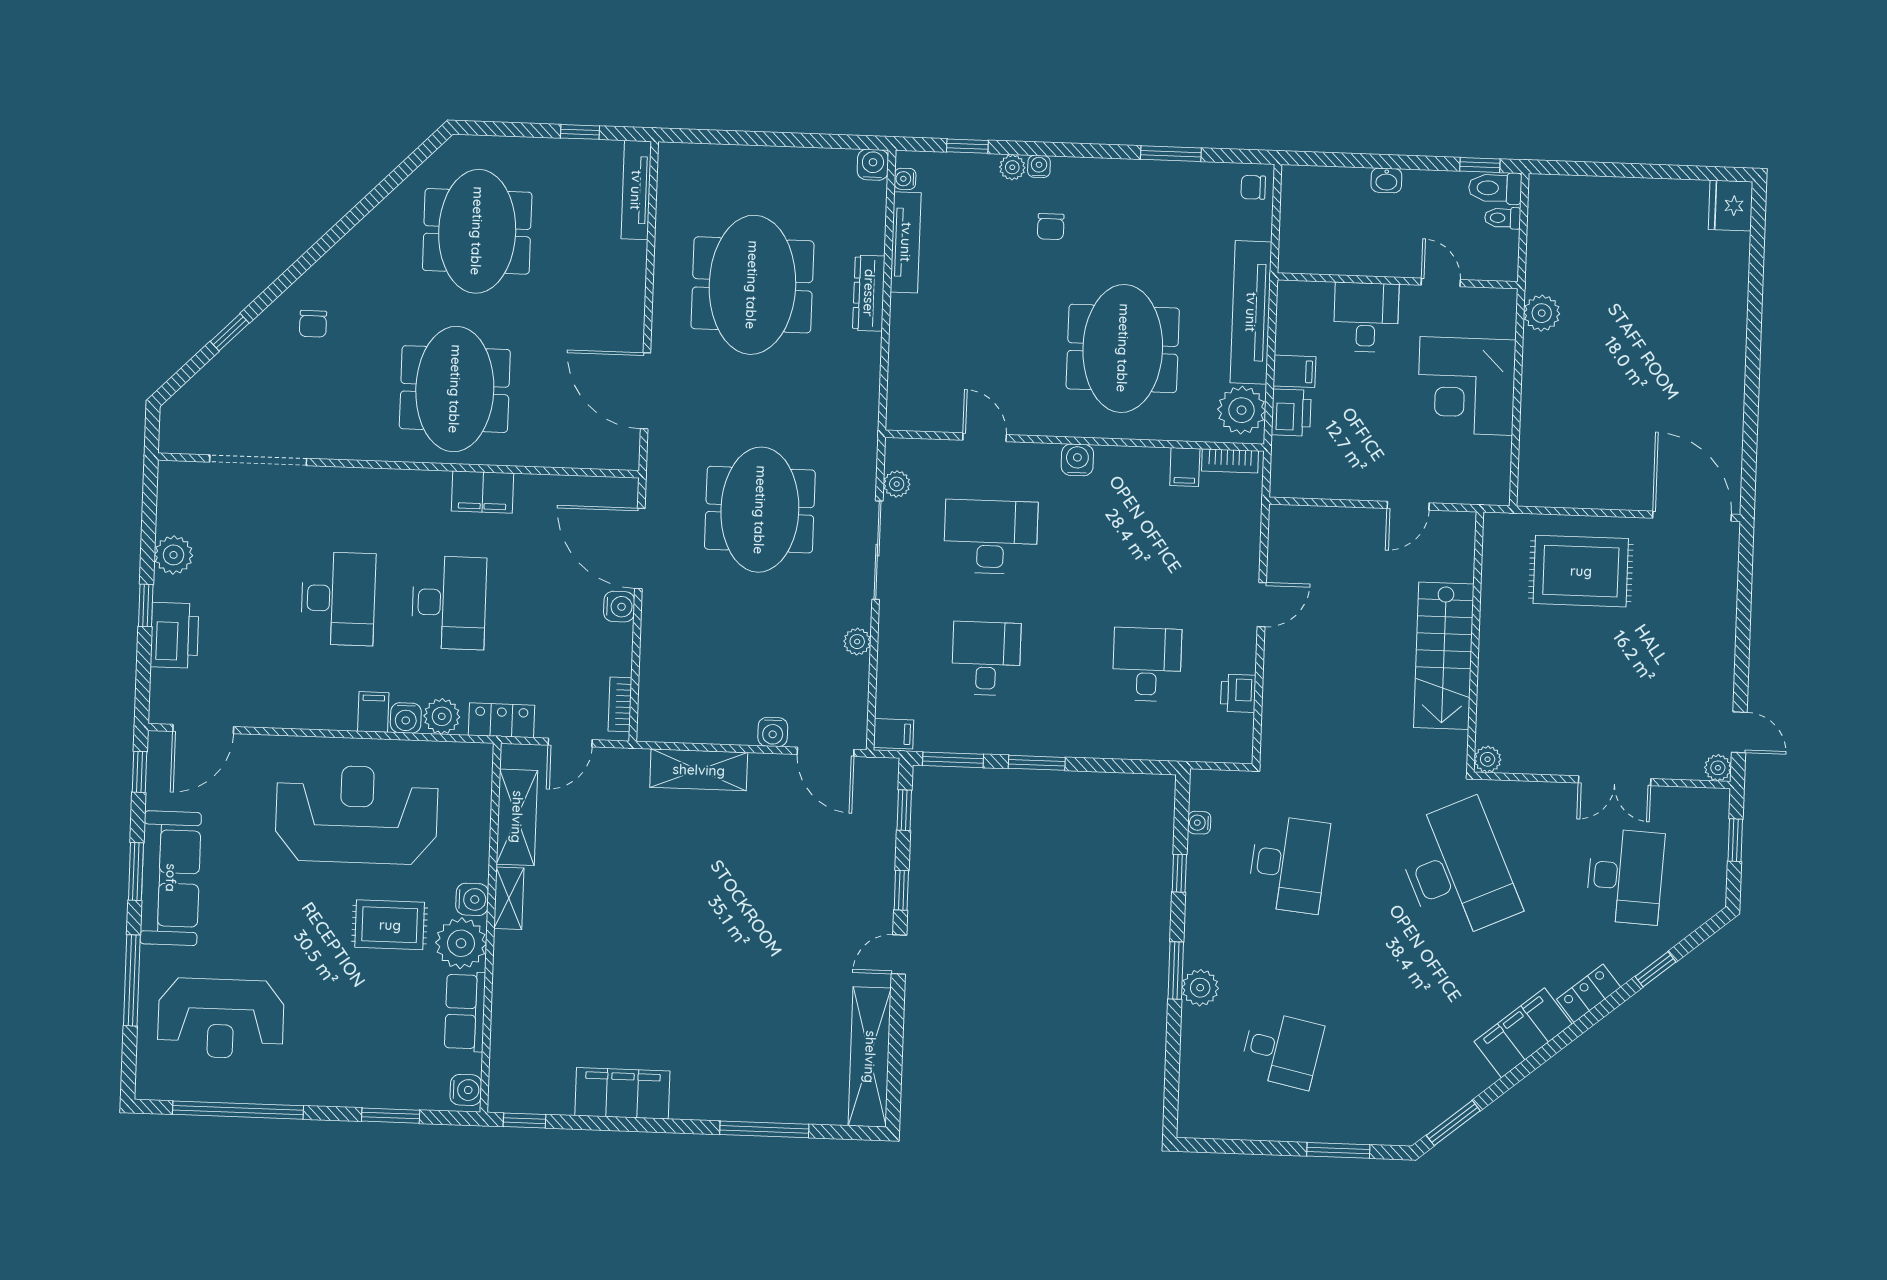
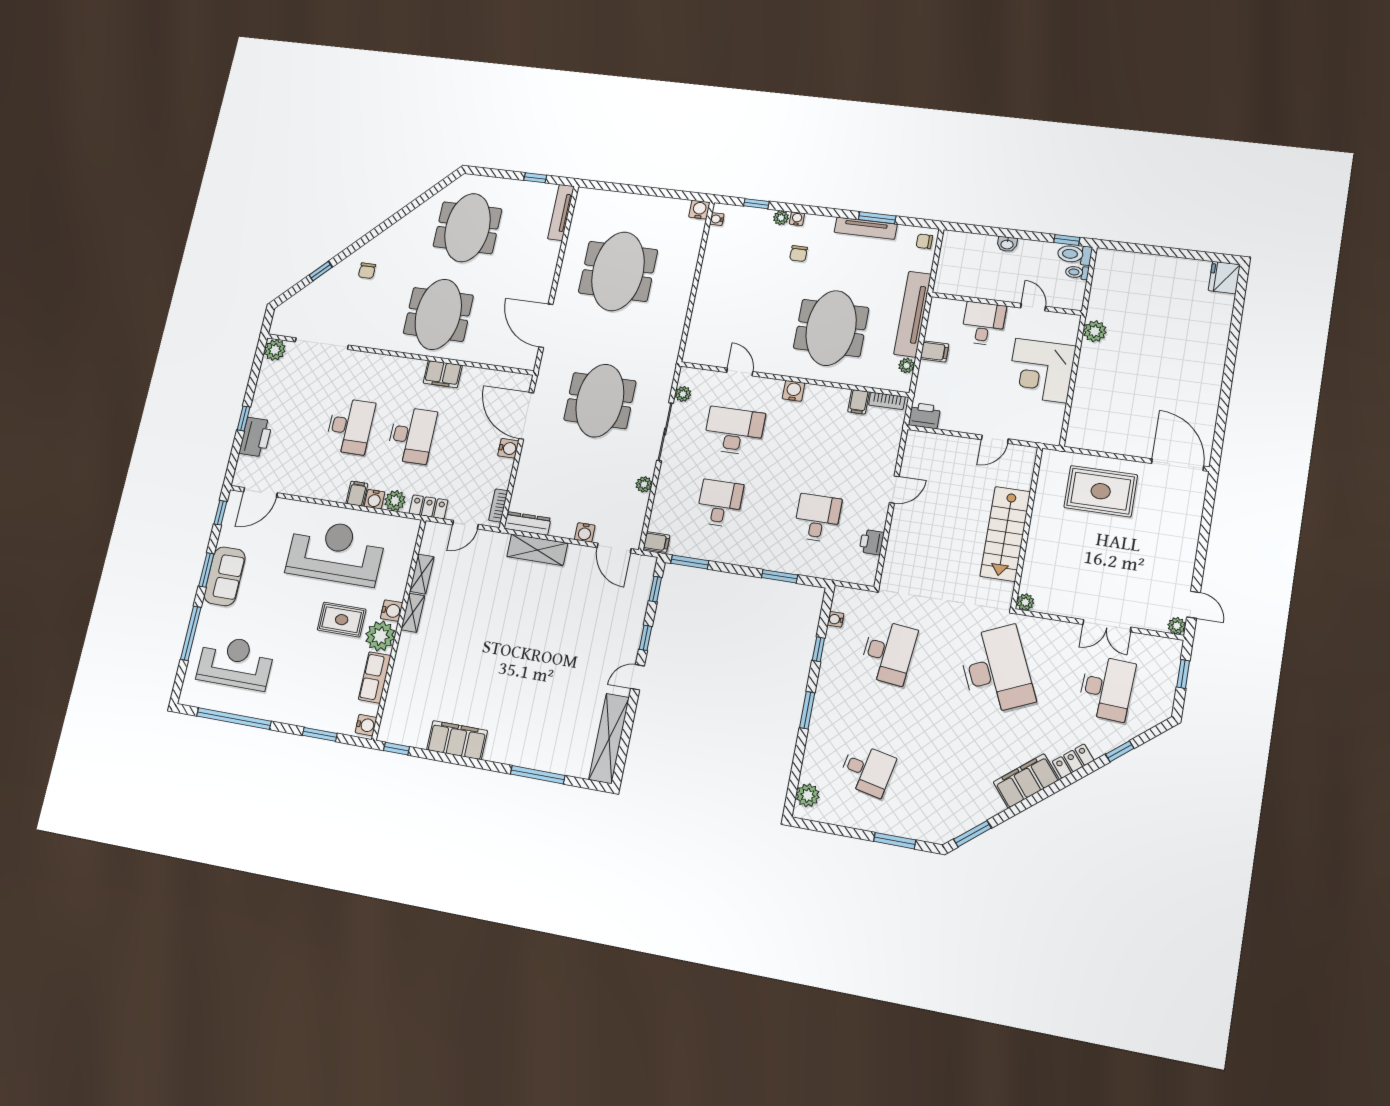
tv unit: (906, 242) -> (866, 228), moved, turned 90
dresser: (869, 293) -> (527, 523), moved, turned 90
plant: (1242, 410) -> (907, 366), width x0.53, depth x0.53
printer: (1291, 413) -> (924, 416), moved, turned -90
plant: (174, 555) -> (275, 350), moved
window: (1037, 763) -> (780, 576), moved
shelving: (517, 817) -> (422, 574), width x0.67, depth x0.75
sofa: (171, 878) -> (225, 576), width x0.73
plant: (1200, 988) -> (808, 795), moved
reception desk: (221, 1018) -> (235, 662), turned 180

